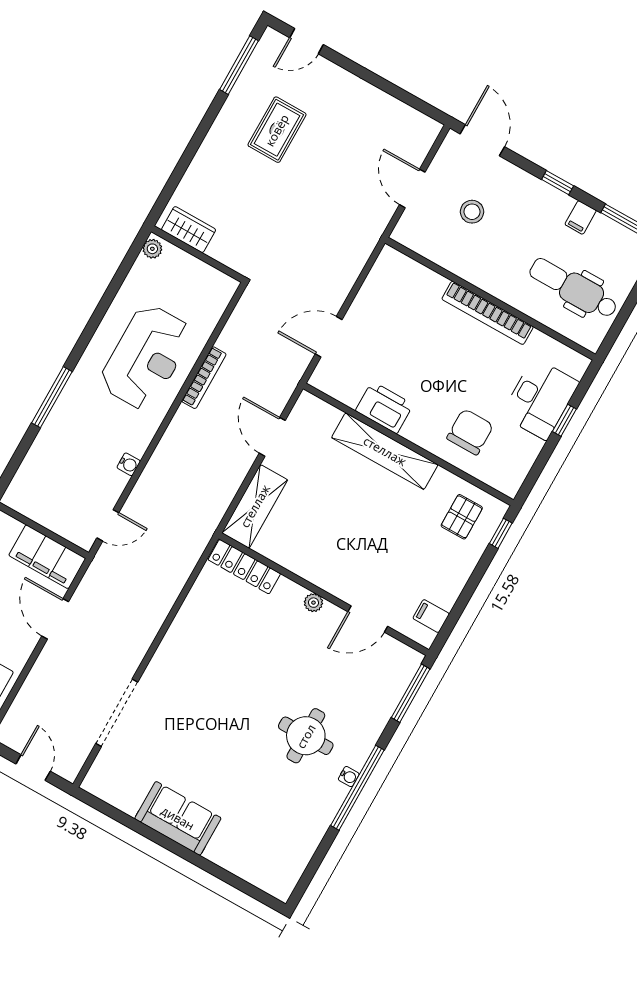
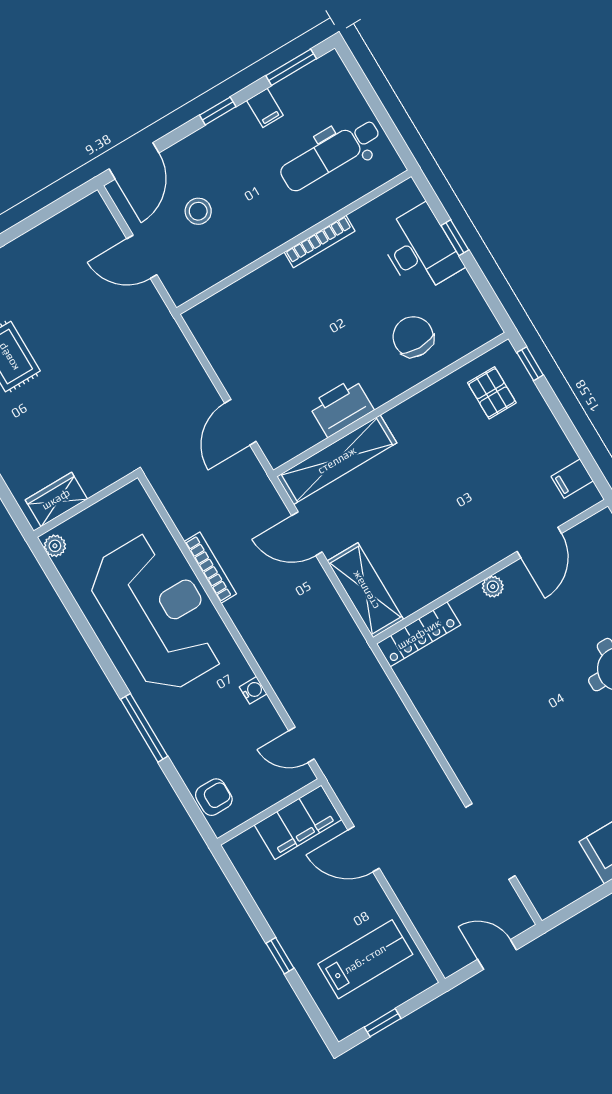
door: (482, 140) -> (134, 161), swing flipped
bookcase: (488, 313) -> (320, 242), width x0.68, depth x0.76
reception desk: (146, 357) -> (158, 613), width x1.36, depth x1.30
shelving: (385, 451) -> (337, 460), moved
armchair: (29, 481) -> (214, 797), added
door: (108, 525) -> (301, 745), swing flipped

